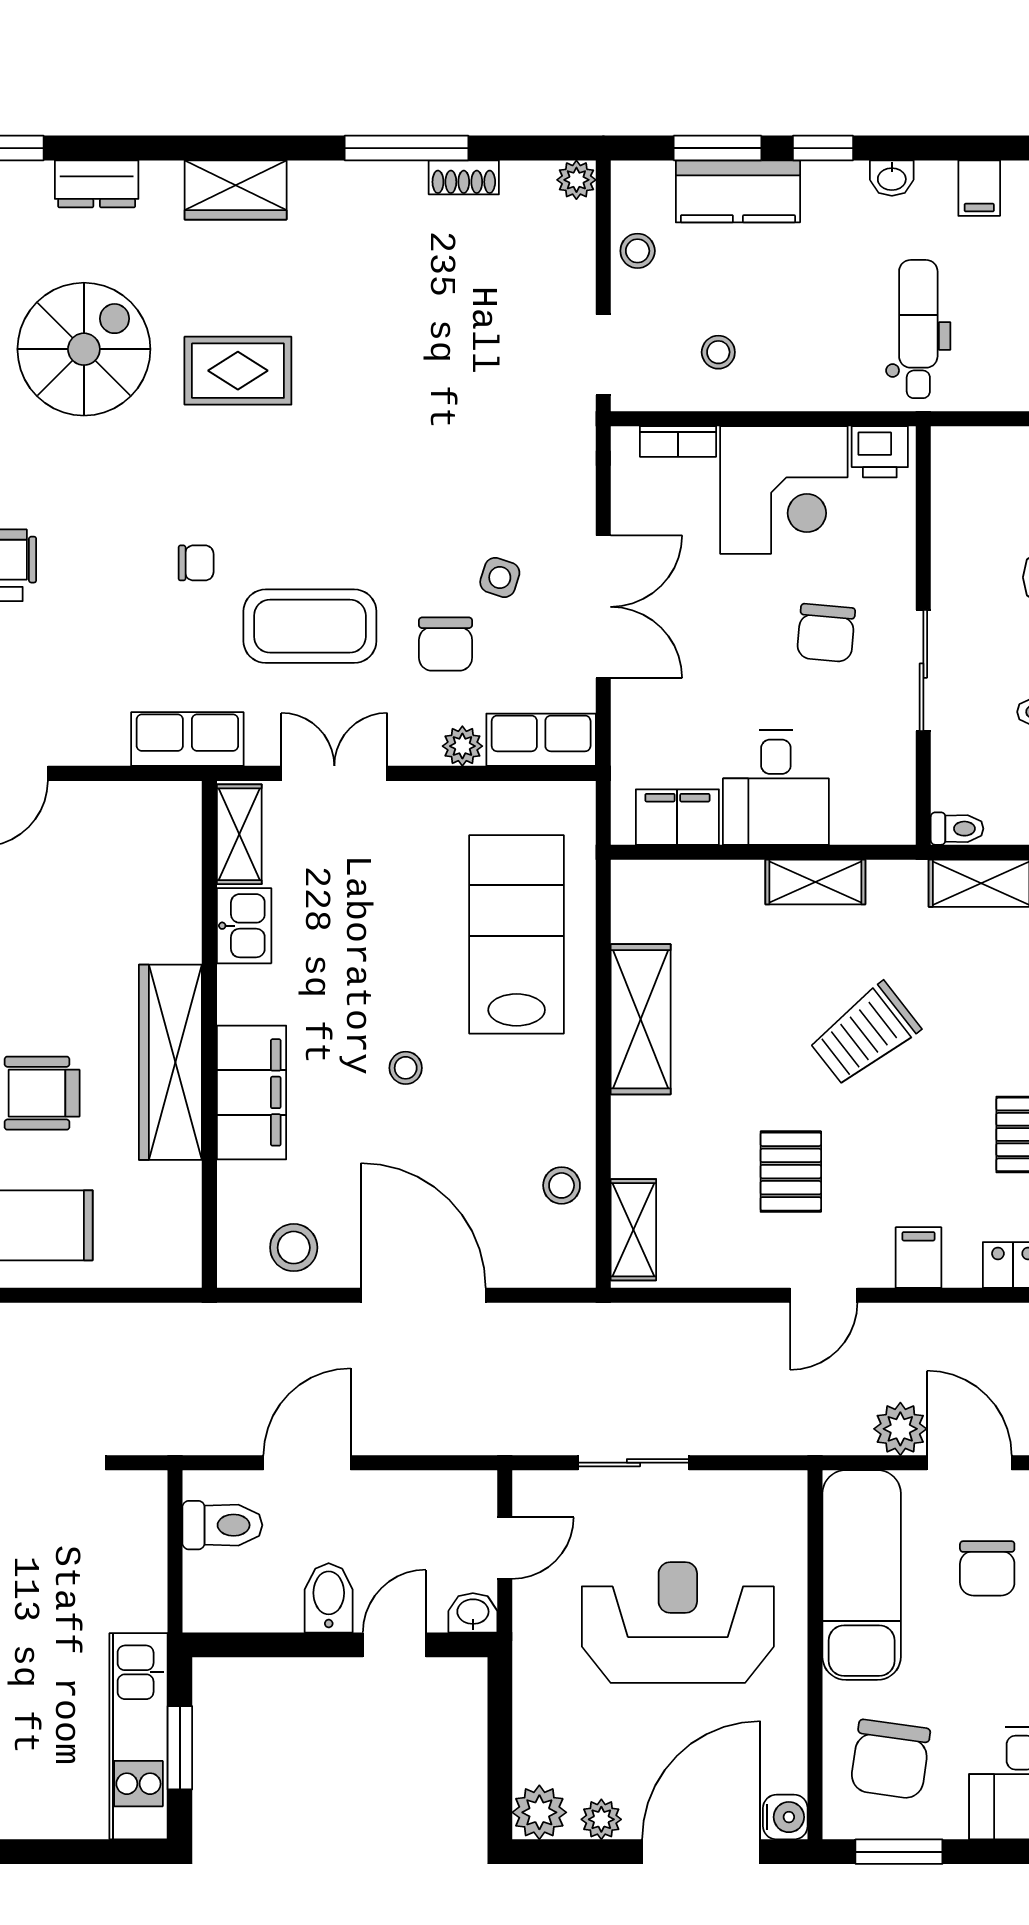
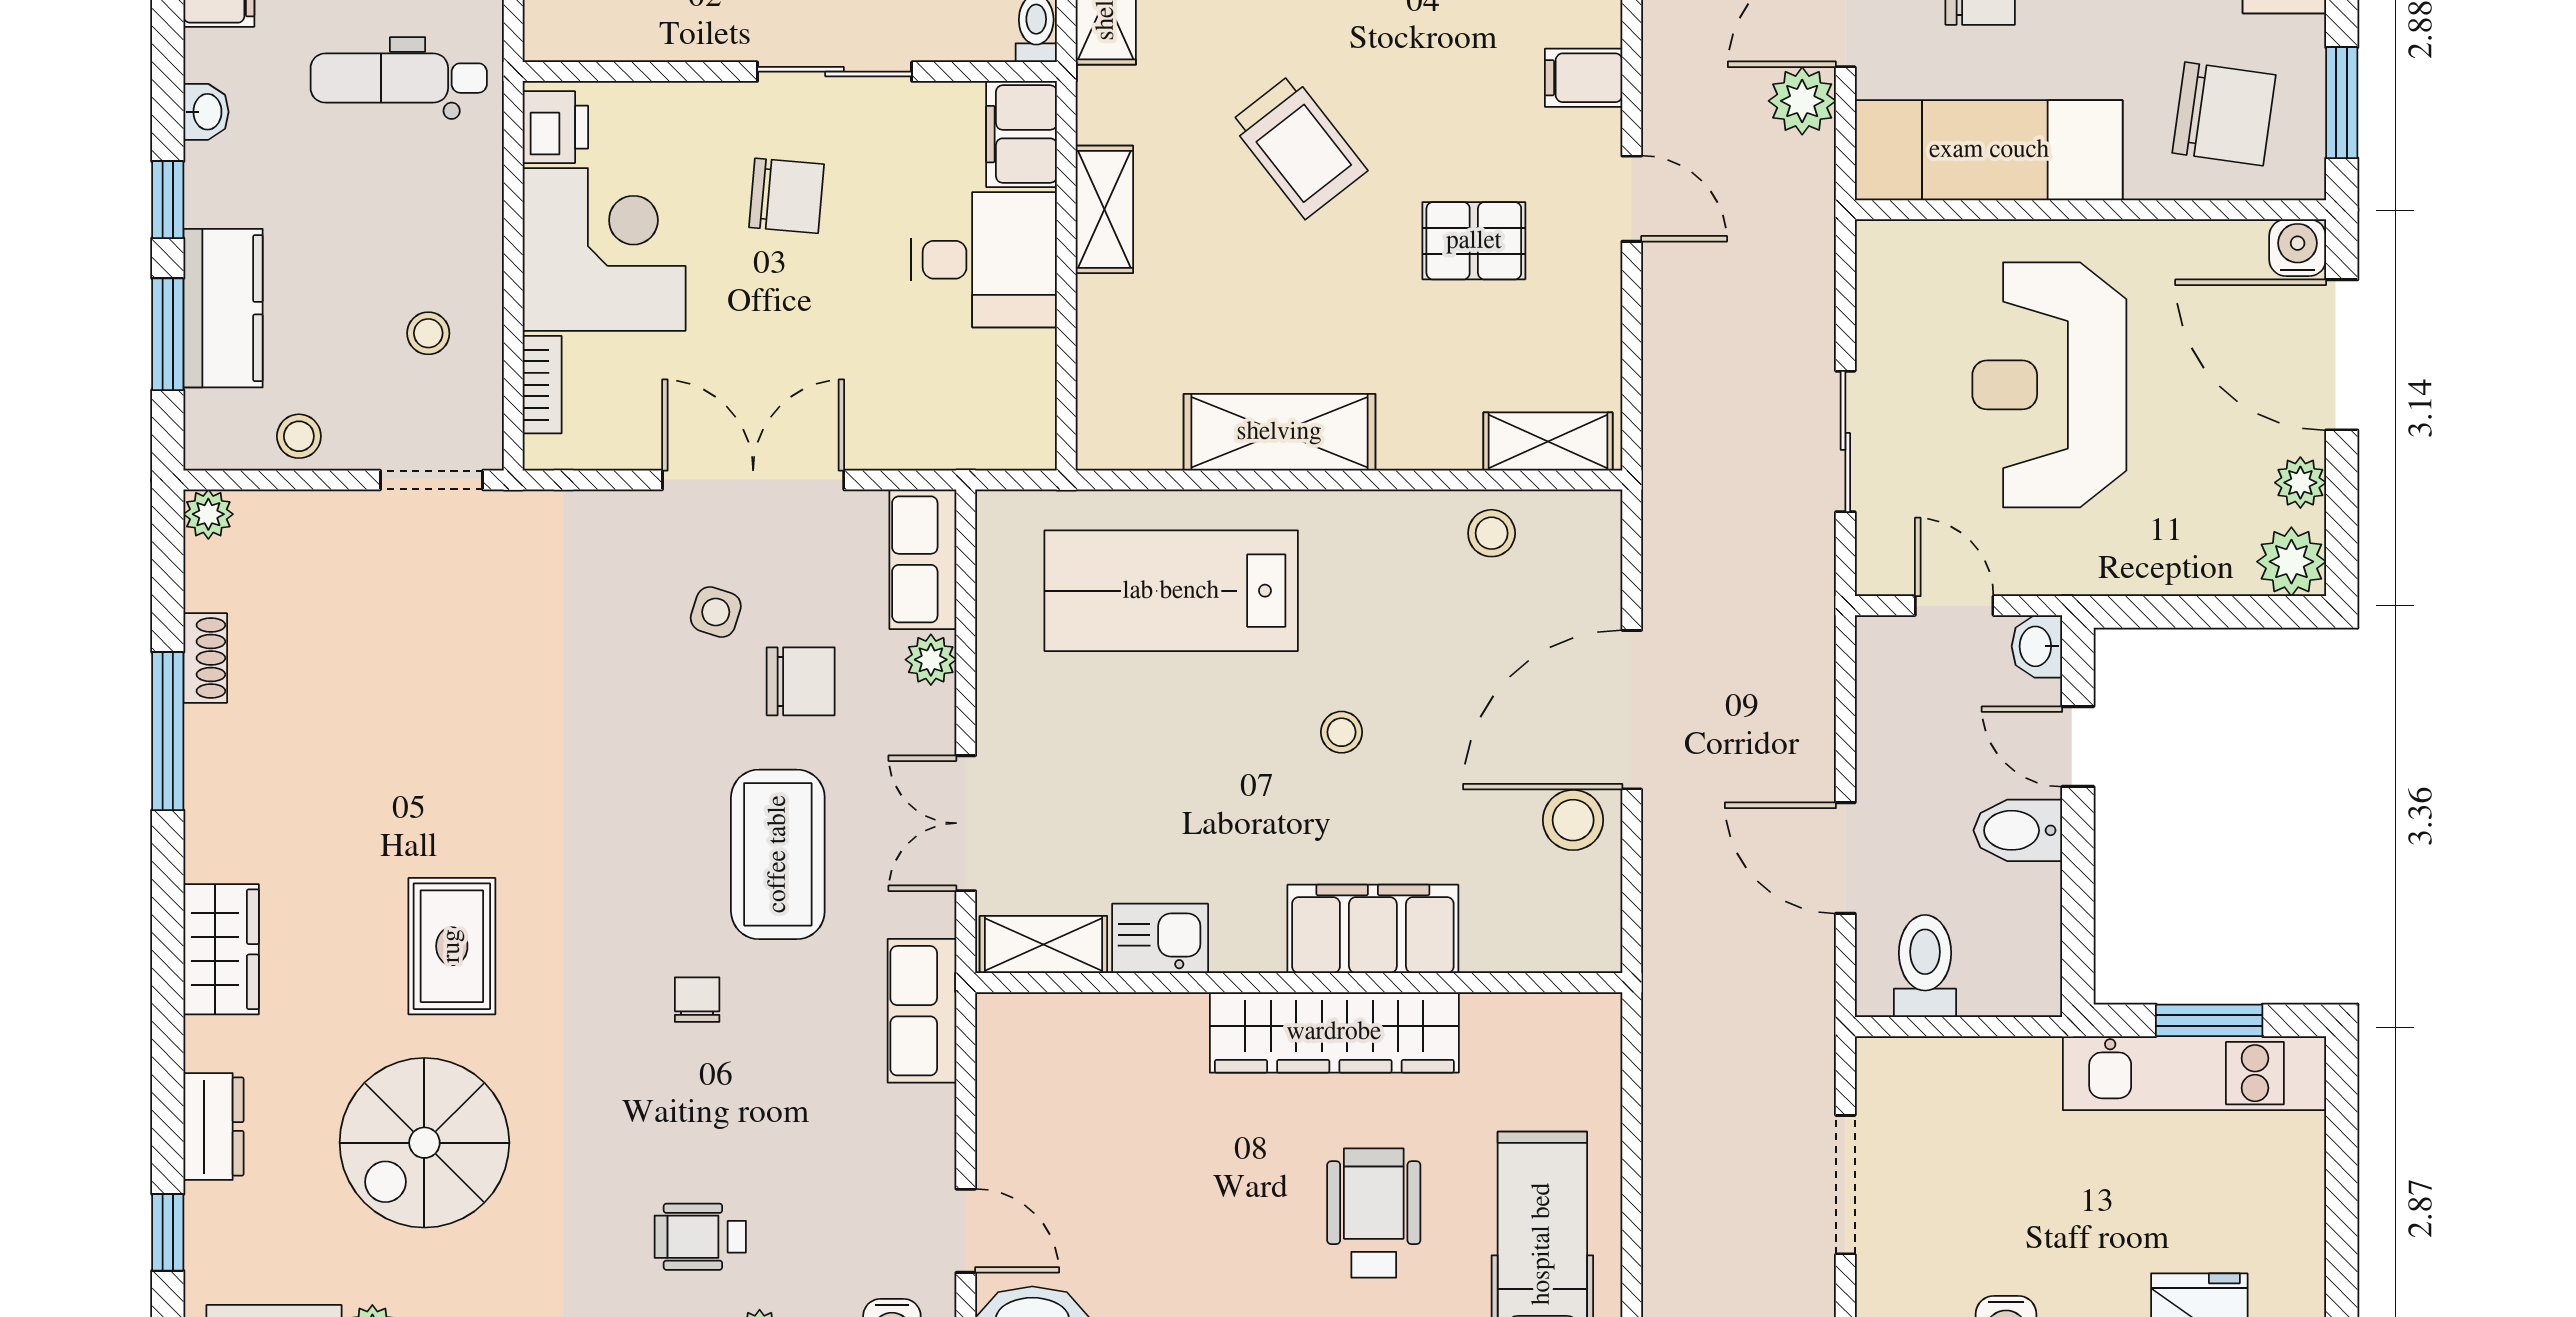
spiral stairs: (84, 349) -> (424, 1143), turned -90
filing cabinet: (677, 817) -> (1021, 134), moved
stool: (294, 1248) -> (1573, 820), moved

